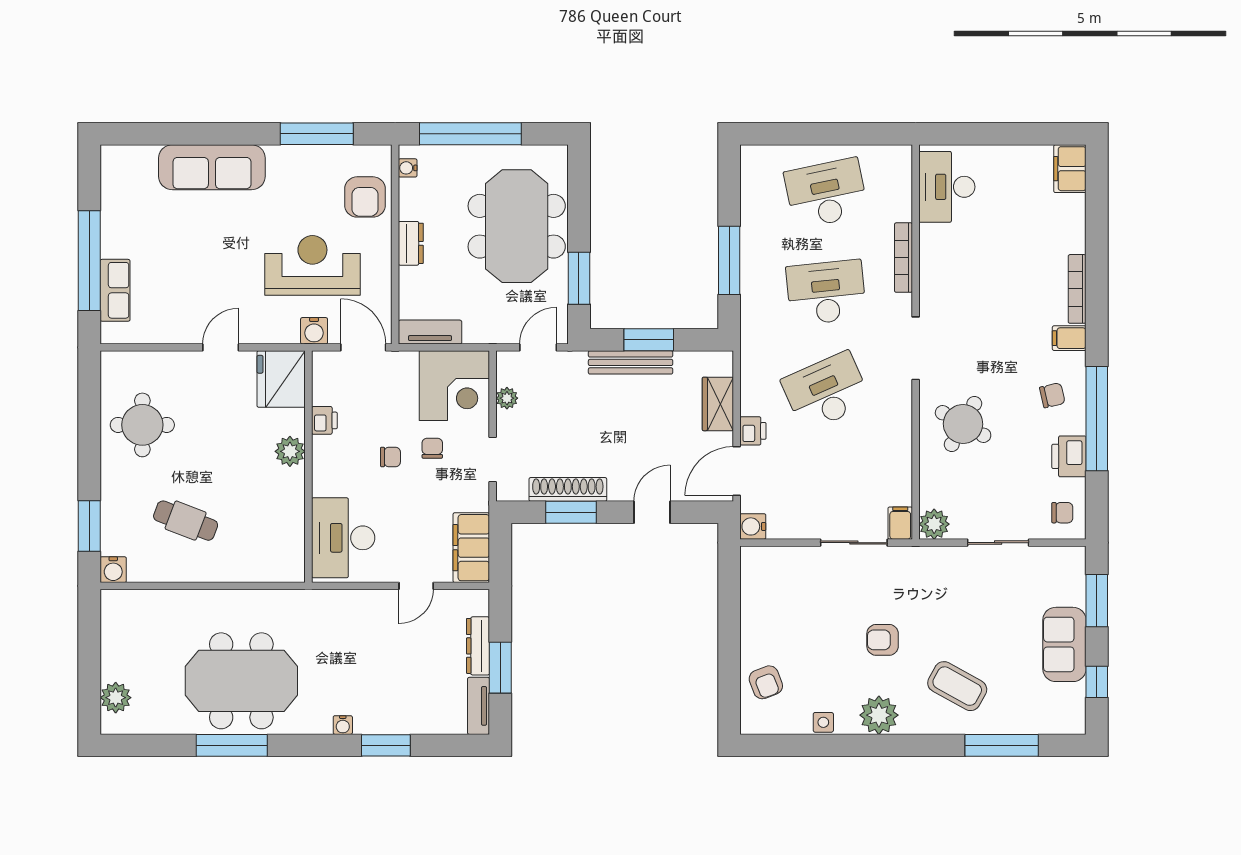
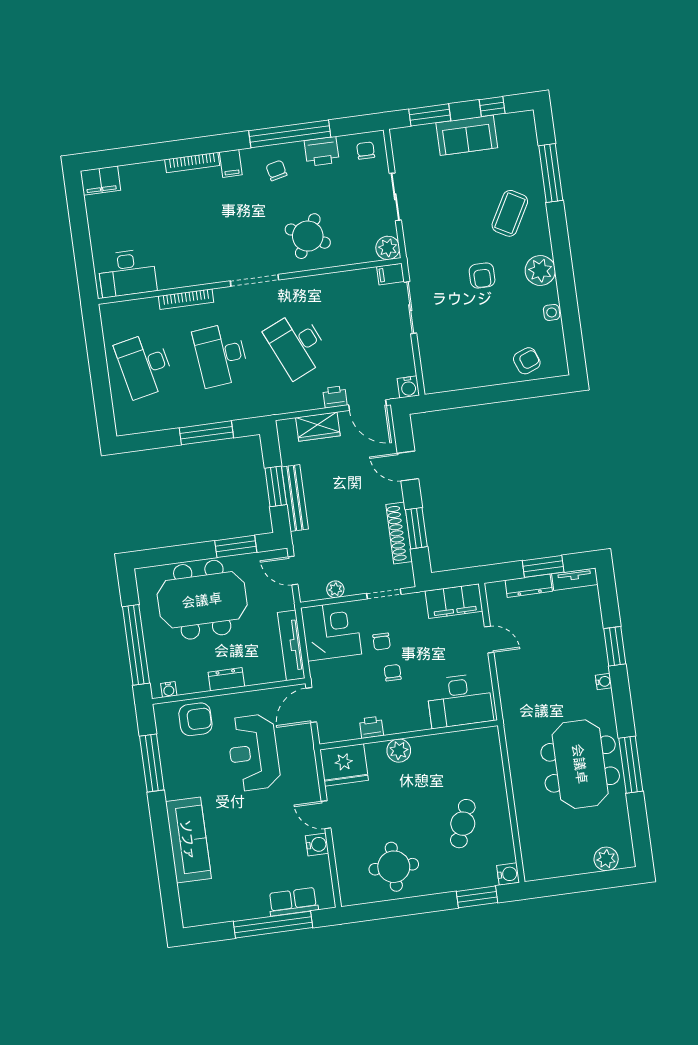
water cooler: (314, 331) -> (317, 845), moved
tv unit: (430, 332) -> (291, 645), width x1.41
chair: (432, 448) -> (382, 641), turned -90

